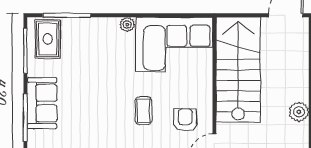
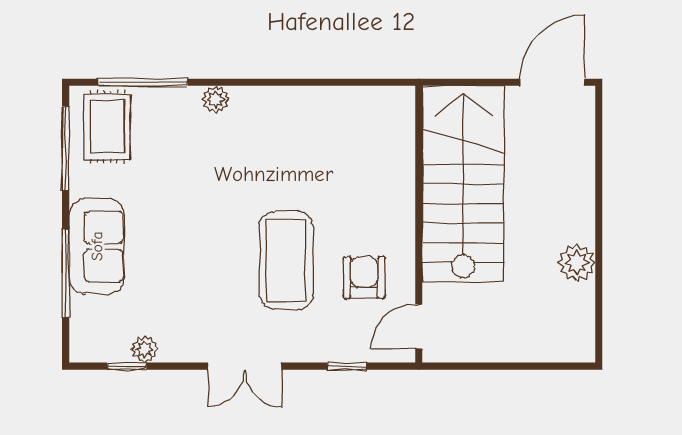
plant: (127, 25) -> (216, 99), moved
corner sofa: (174, 44) -> (344, 137), removed
coffee table: (143, 111) -> (286, 260), width x1.86, depth x1.72

